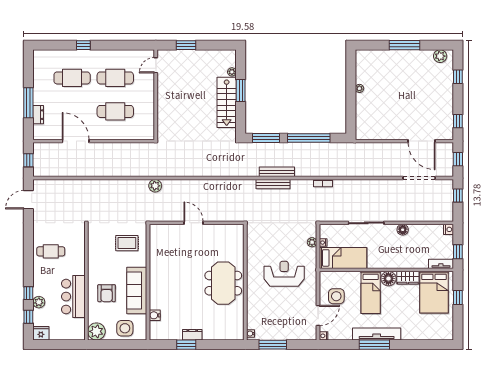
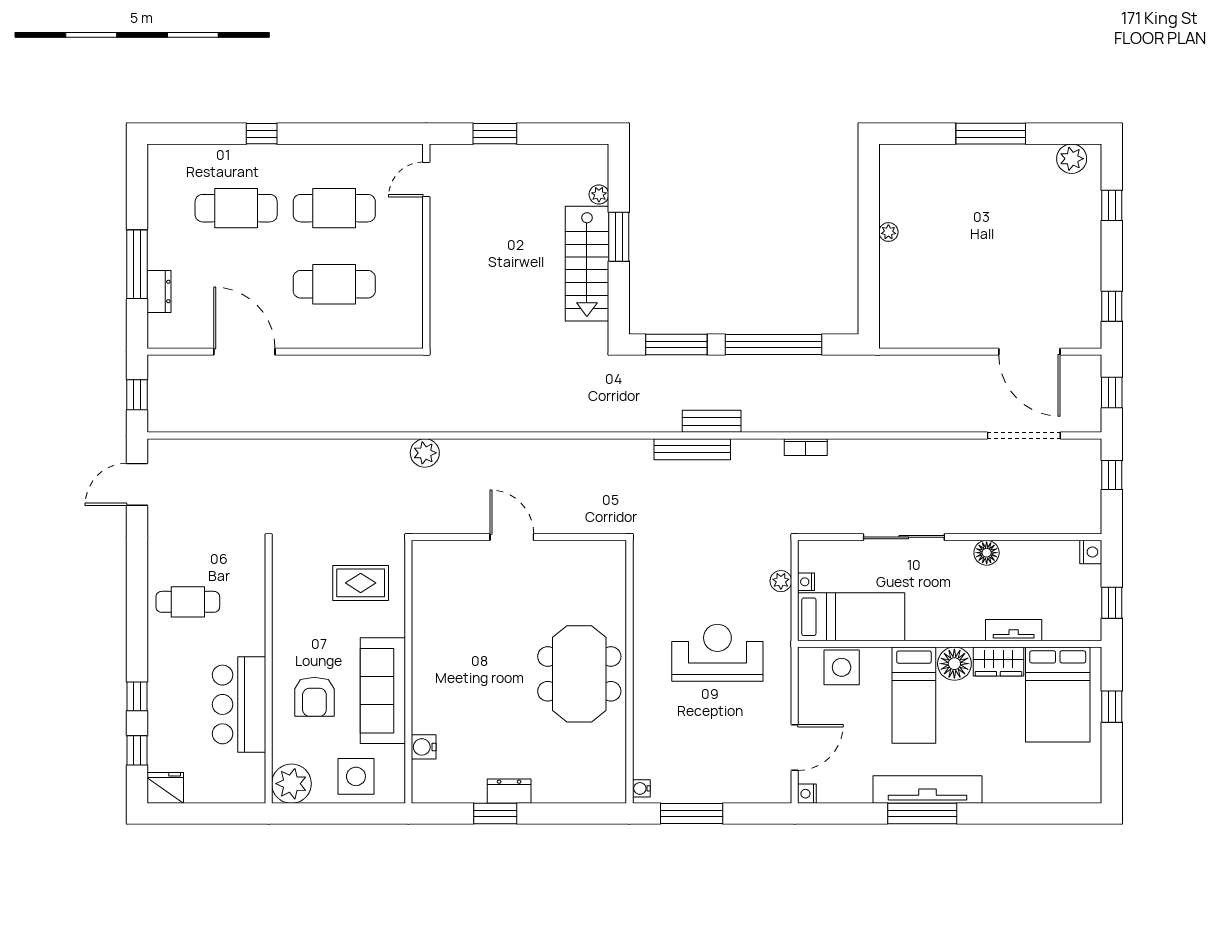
bench: (277, 172) -> (712, 421), width x0.73
tv unit: (441, 264) -> (1014, 630), moved
side table: (336, 296) -> (842, 667), moved
plant: (39, 302) -> (161, 717), removed

